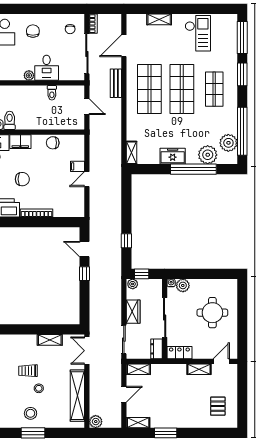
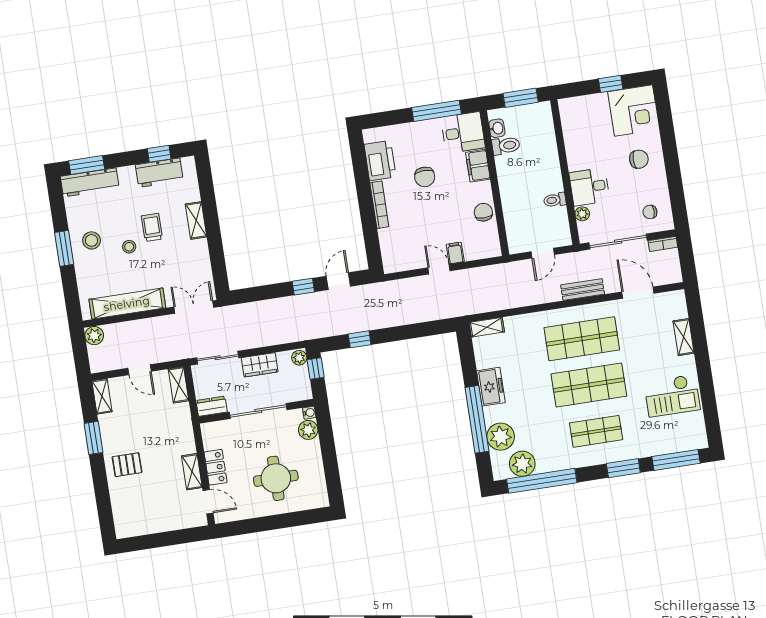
plant: (29, 75) -> (582, 214), moved
shelving: (50, 340) -> (196, 220), moved
locker: (179, 353) -> (216, 467), moved
pallet: (218, 406) -> (127, 465), moved

